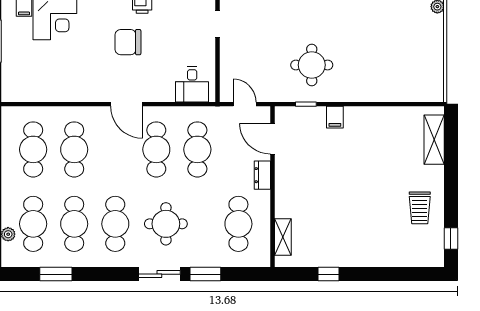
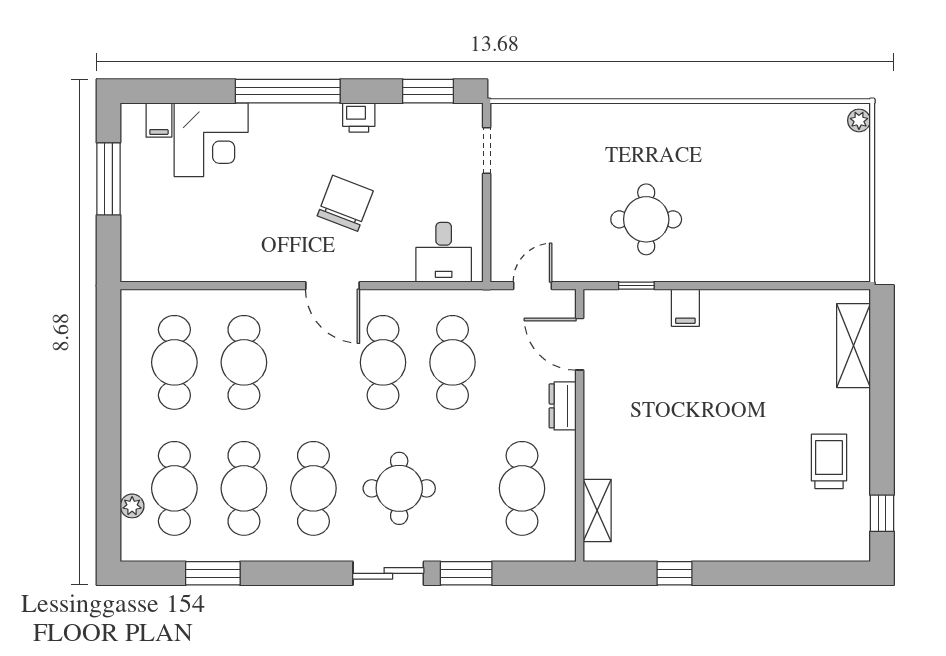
chair: (128, 42) -> (345, 203), moved, turned 111
door: (245, 104) -> (533, 286), hinge flipped
trolley: (420, 208) -> (829, 461), turned 180

